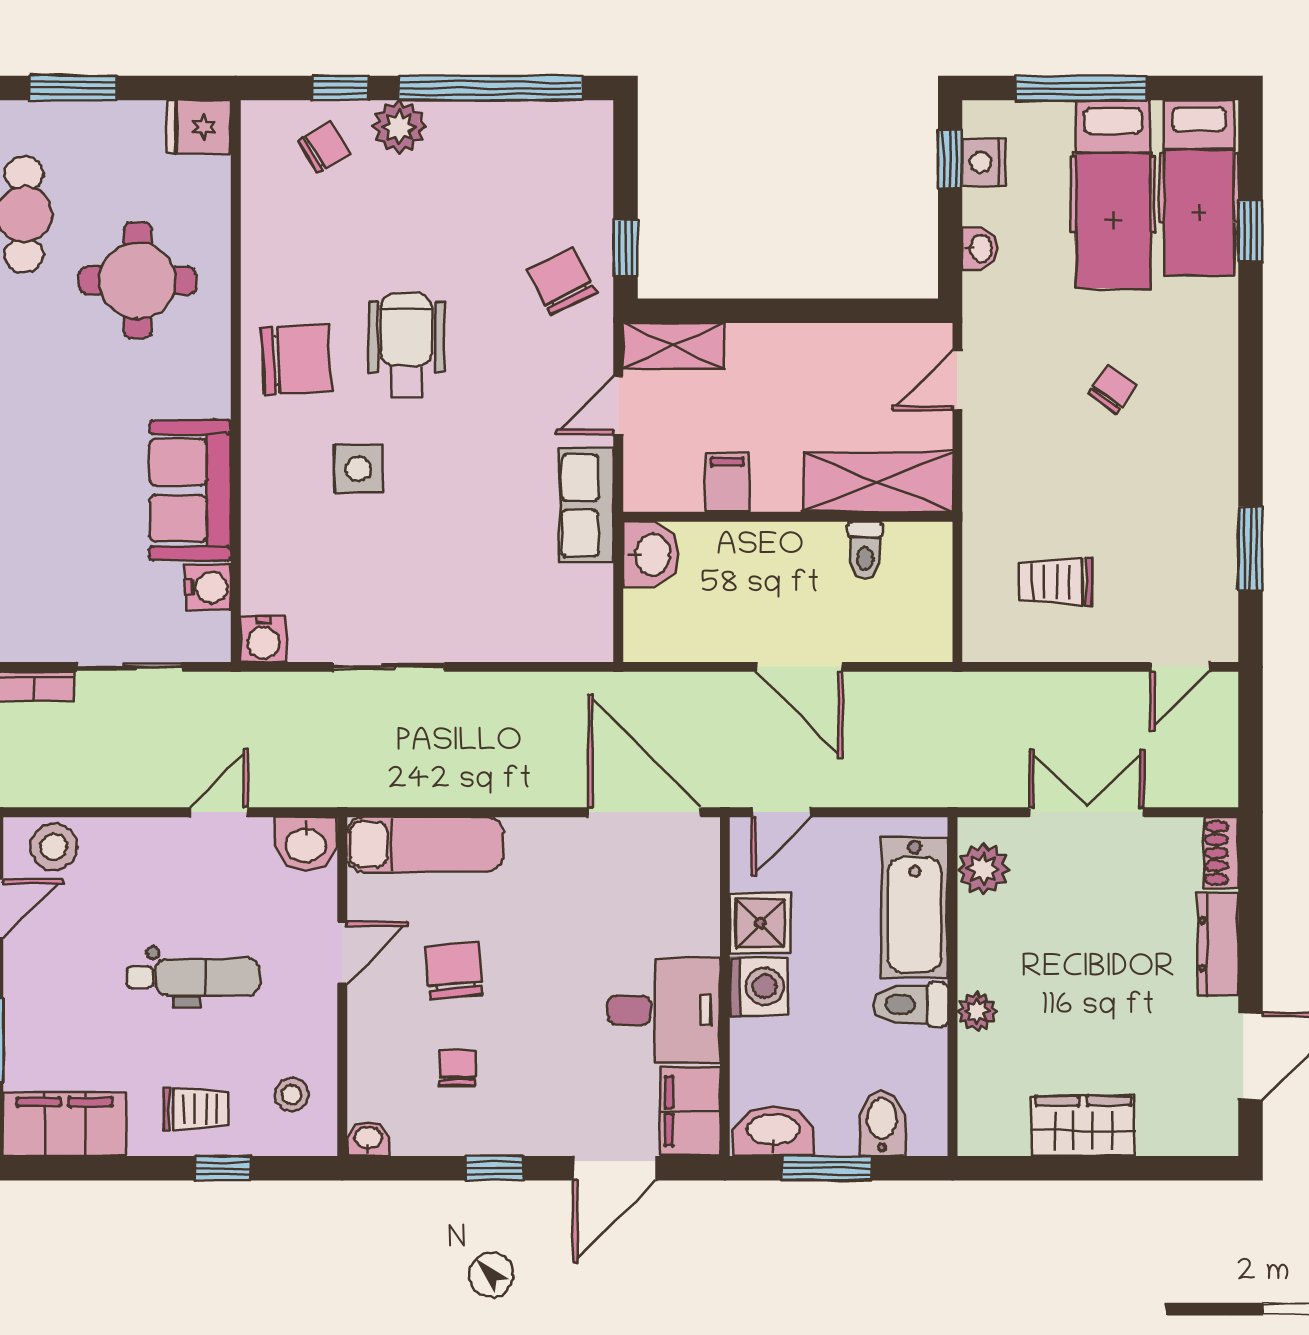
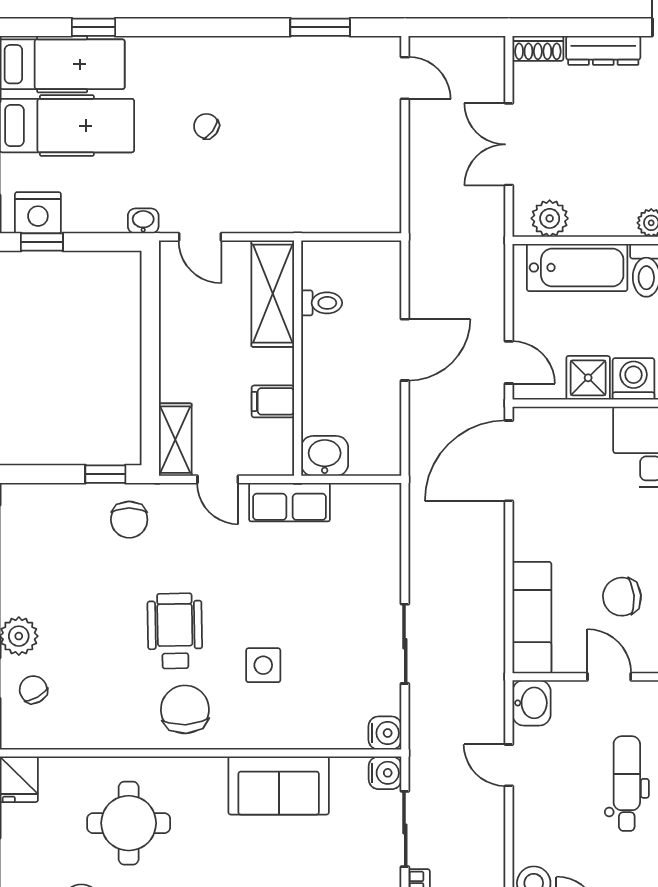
nightstand: (984, 162) -> (38, 213), width x1.36, depth x1.33
washbasin: (980, 249) -> (143, 221), moved
chair: (562, 281) -> (129, 520), turned -63
wheelchair: (406, 345) -> (175, 631), turned 89
trolley: (1056, 582) -> (344, 167), removed
water cooler: (208, 587) -> (385, 773), moved, turned 90

